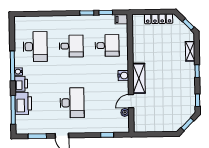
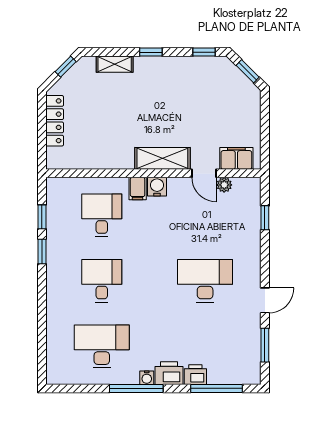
filing cabinet: (121, 19) -> (138, 189), moved
printer: (23, 103) -> (195, 375), width x0.53, depth x0.68
filing cabinet: (139, 119) -> (236, 158), added

